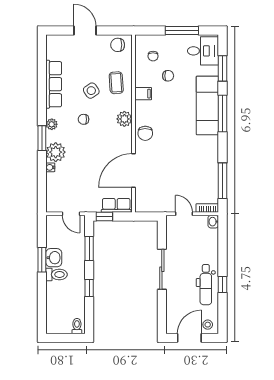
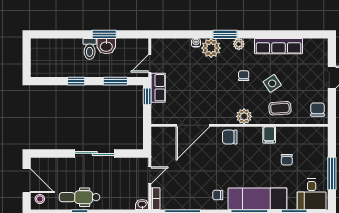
chair: (153, 56) -> (218, 195), moved
door: (134, 170) -> (193, 125), swing flipped
row of seats: (116, 205) -> (158, 88), moved
toilet: (77, 326) -> (38, 69), removed

